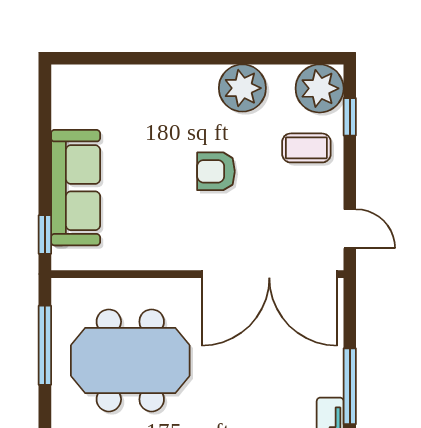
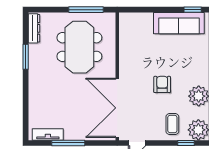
sofa: (76, 188) -> (179, 23), moved
window: (45, 235) -> (193, 10), moved

